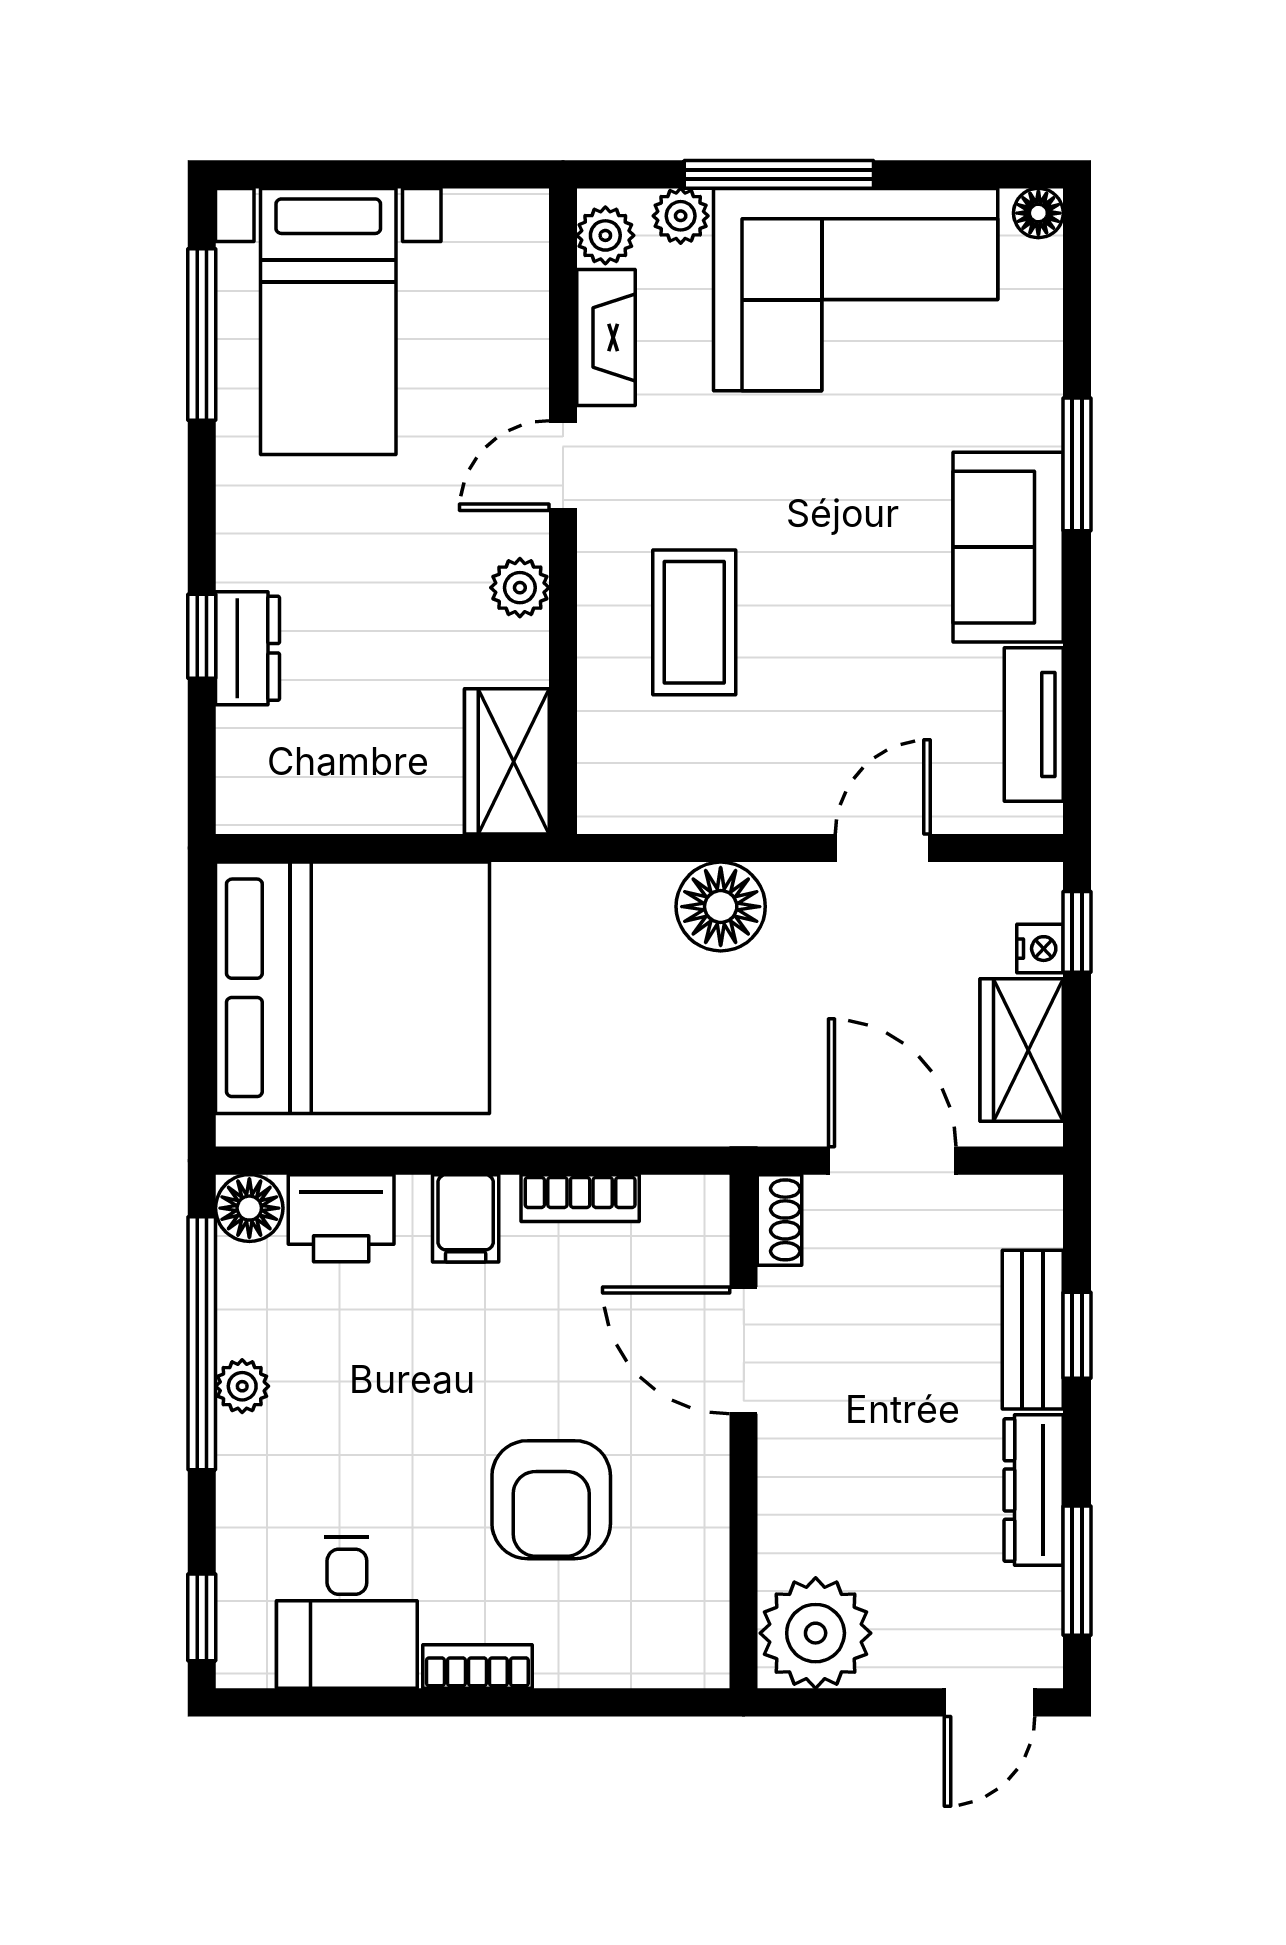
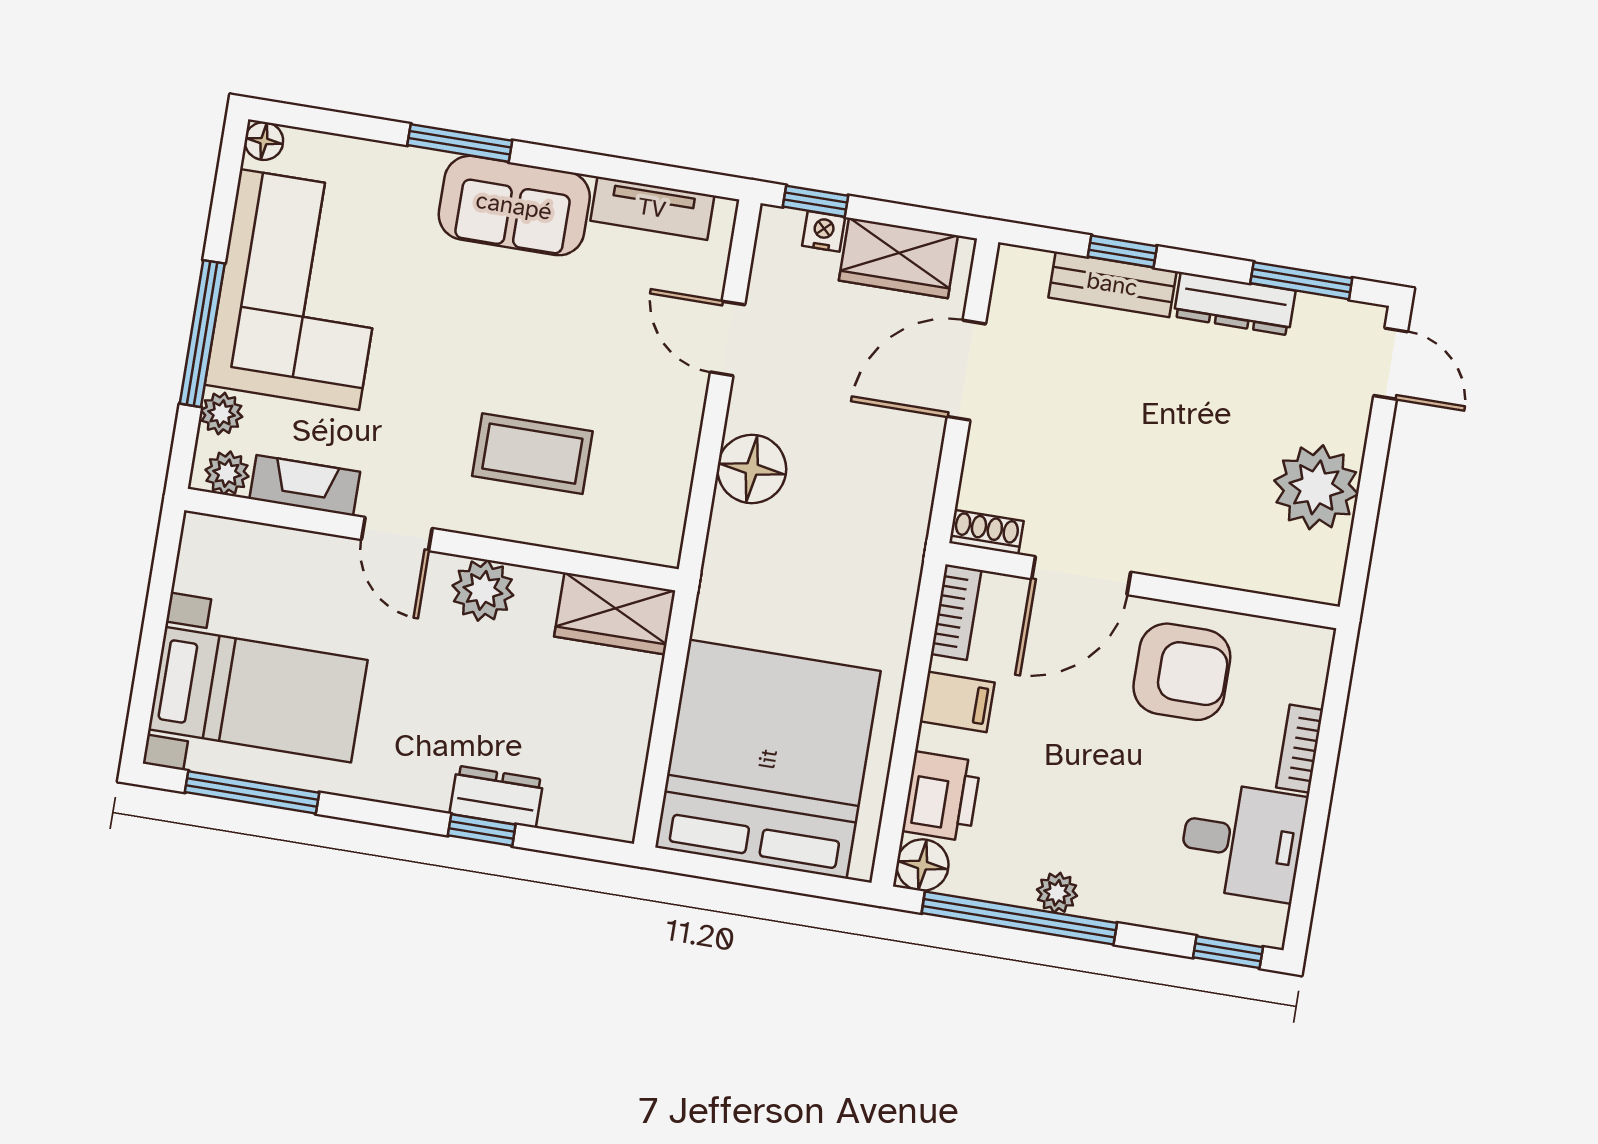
plant: (520, 588) -> (483, 590), width x1.38, depth x1.38
shoe rack: (780, 1220) -> (986, 532), moved
door: (744, 1350) -> (1081, 576), moved
wall: (744, 1431) -> (1143, 586), moved

